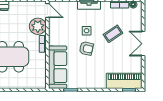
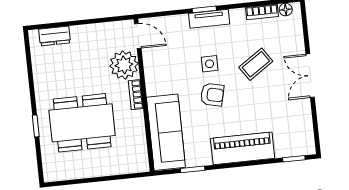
piano: (124, 81) -> (243, 148), moved

